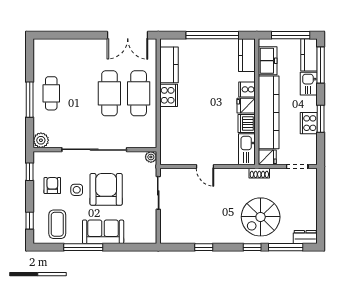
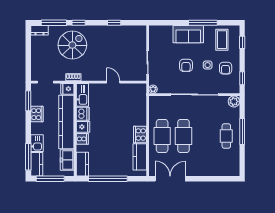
window: (321, 119) -> (28, 101), moved
armchair: (106, 189) -> (186, 65), width x0.53, depth x0.53

